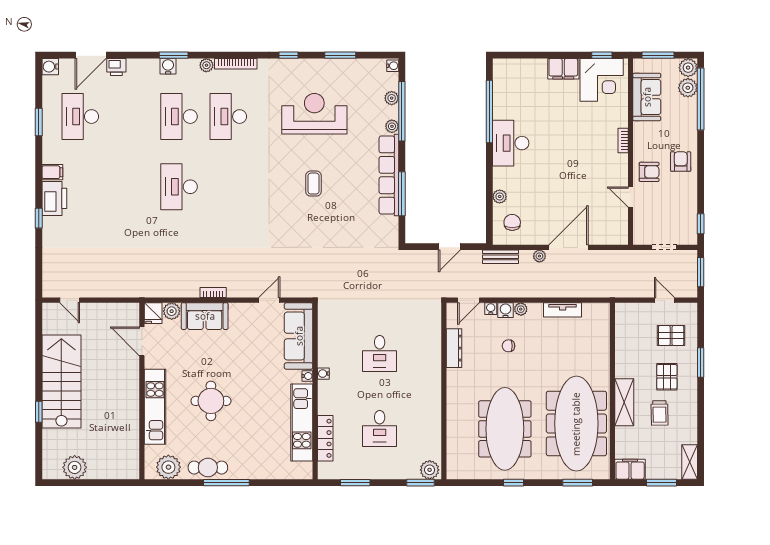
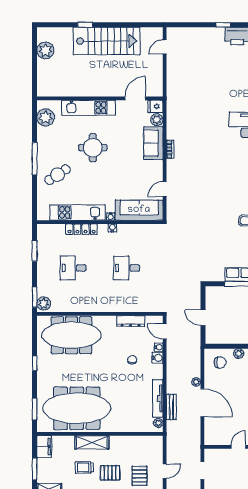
bench: (500, 257) -> (171, 407), moved
door: (269, 300) -> (165, 189), swing flipped
plant: (521, 309) -> (158, 423), moved
tv unit: (563, 310) -> (158, 398), width x1.41
meeting table: (505, 429) -> (71, 335), moved
locker: (325, 438) -> (81, 229), moved
cafe table: (208, 468) -> (58, 175), moved, turned 57

